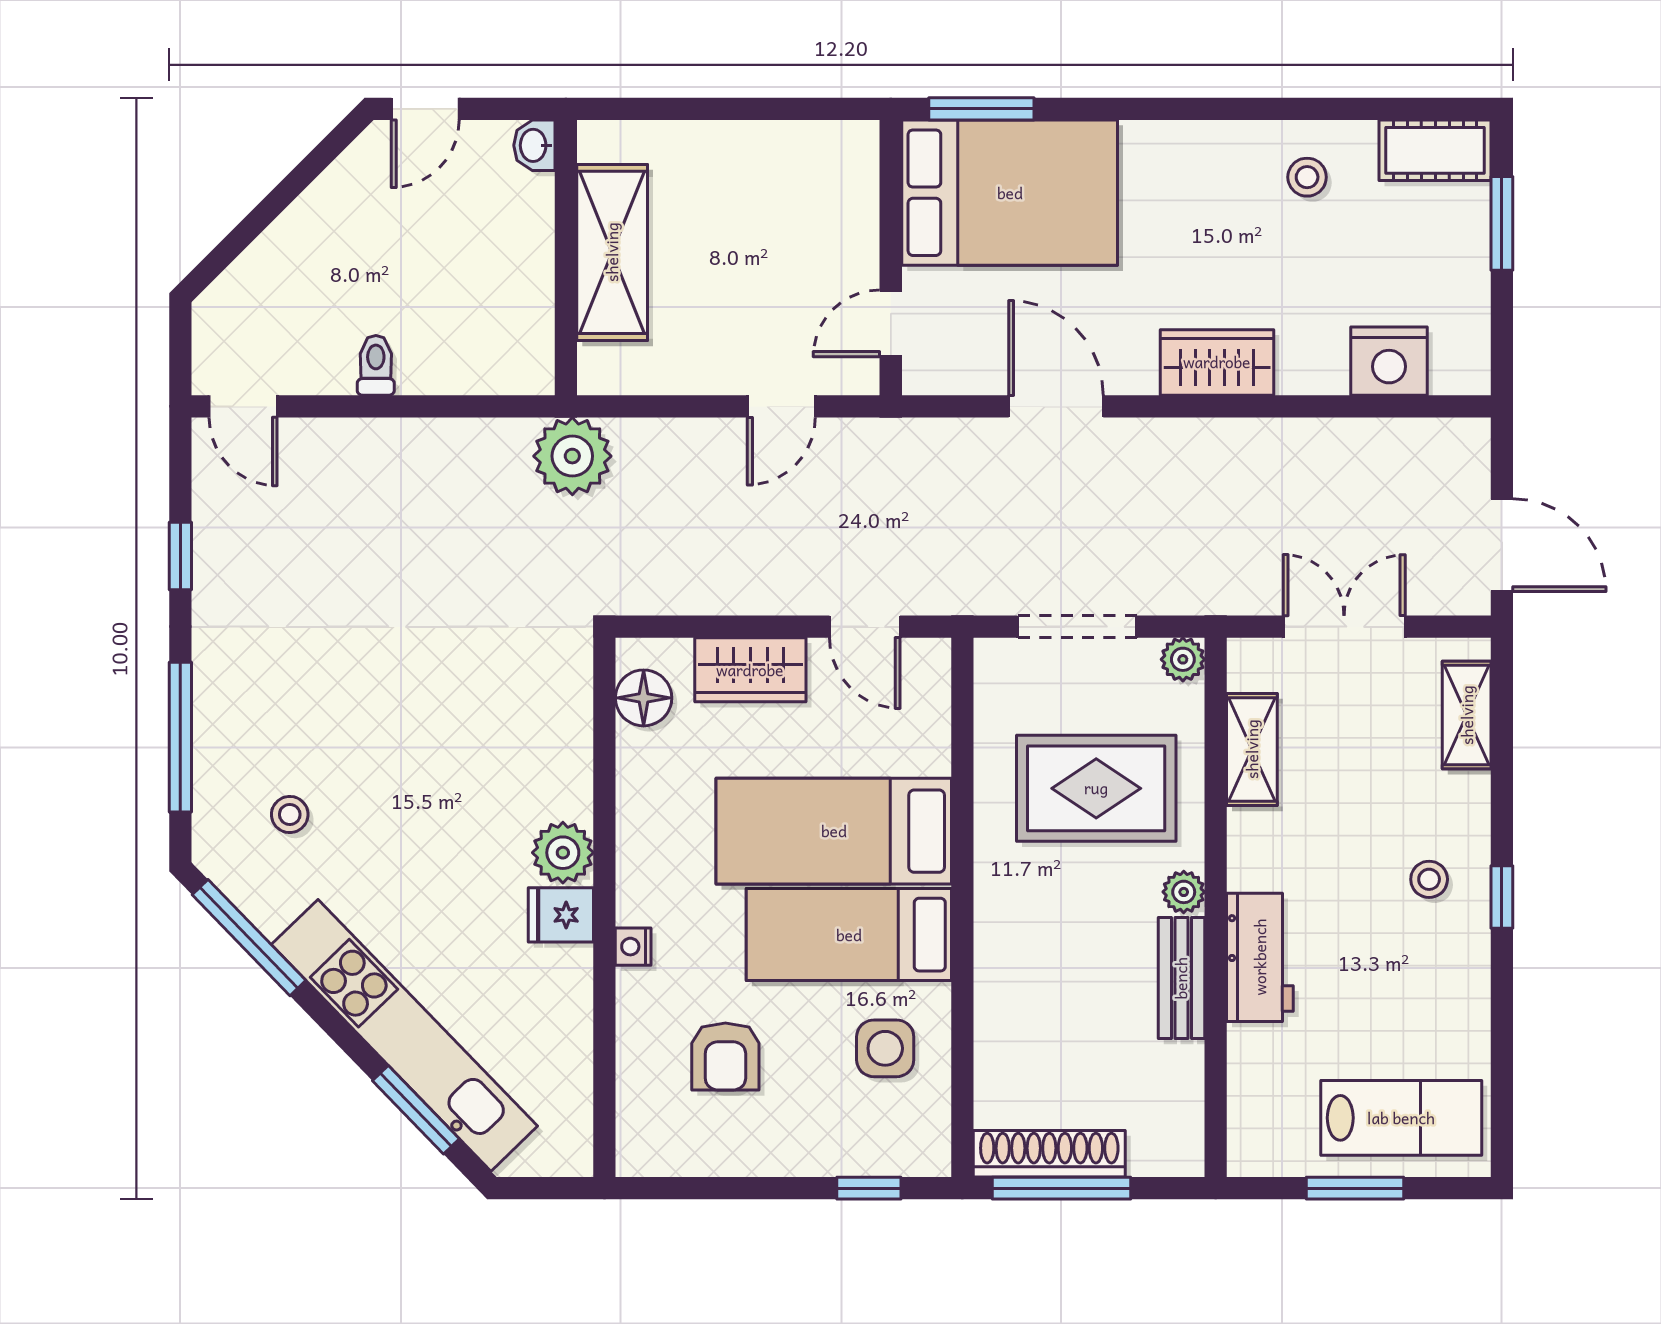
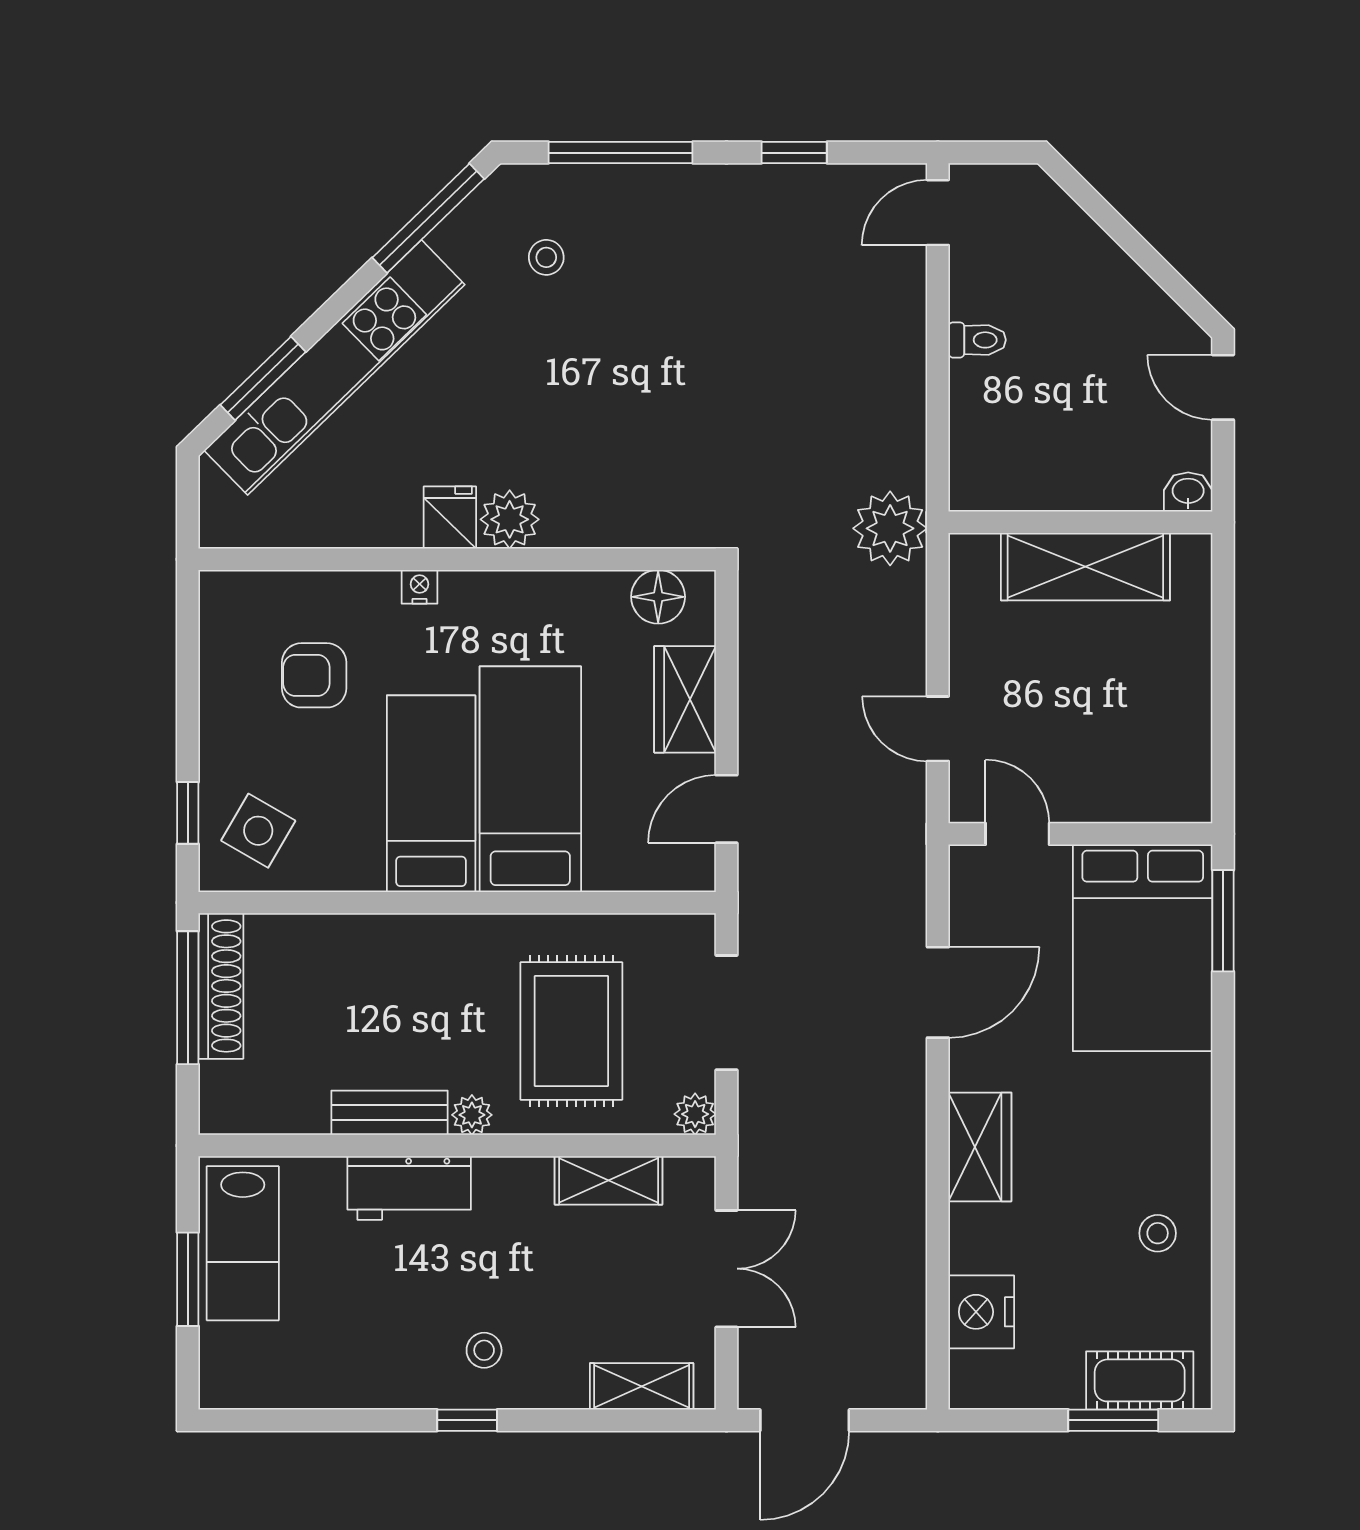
cot: (1435, 150) -> (1140, 1380), moved, turned 90
side table: (885, 1048) -> (258, 831), moved, turned 30
lab bench: (1401, 1118) -> (243, 1243), moved

